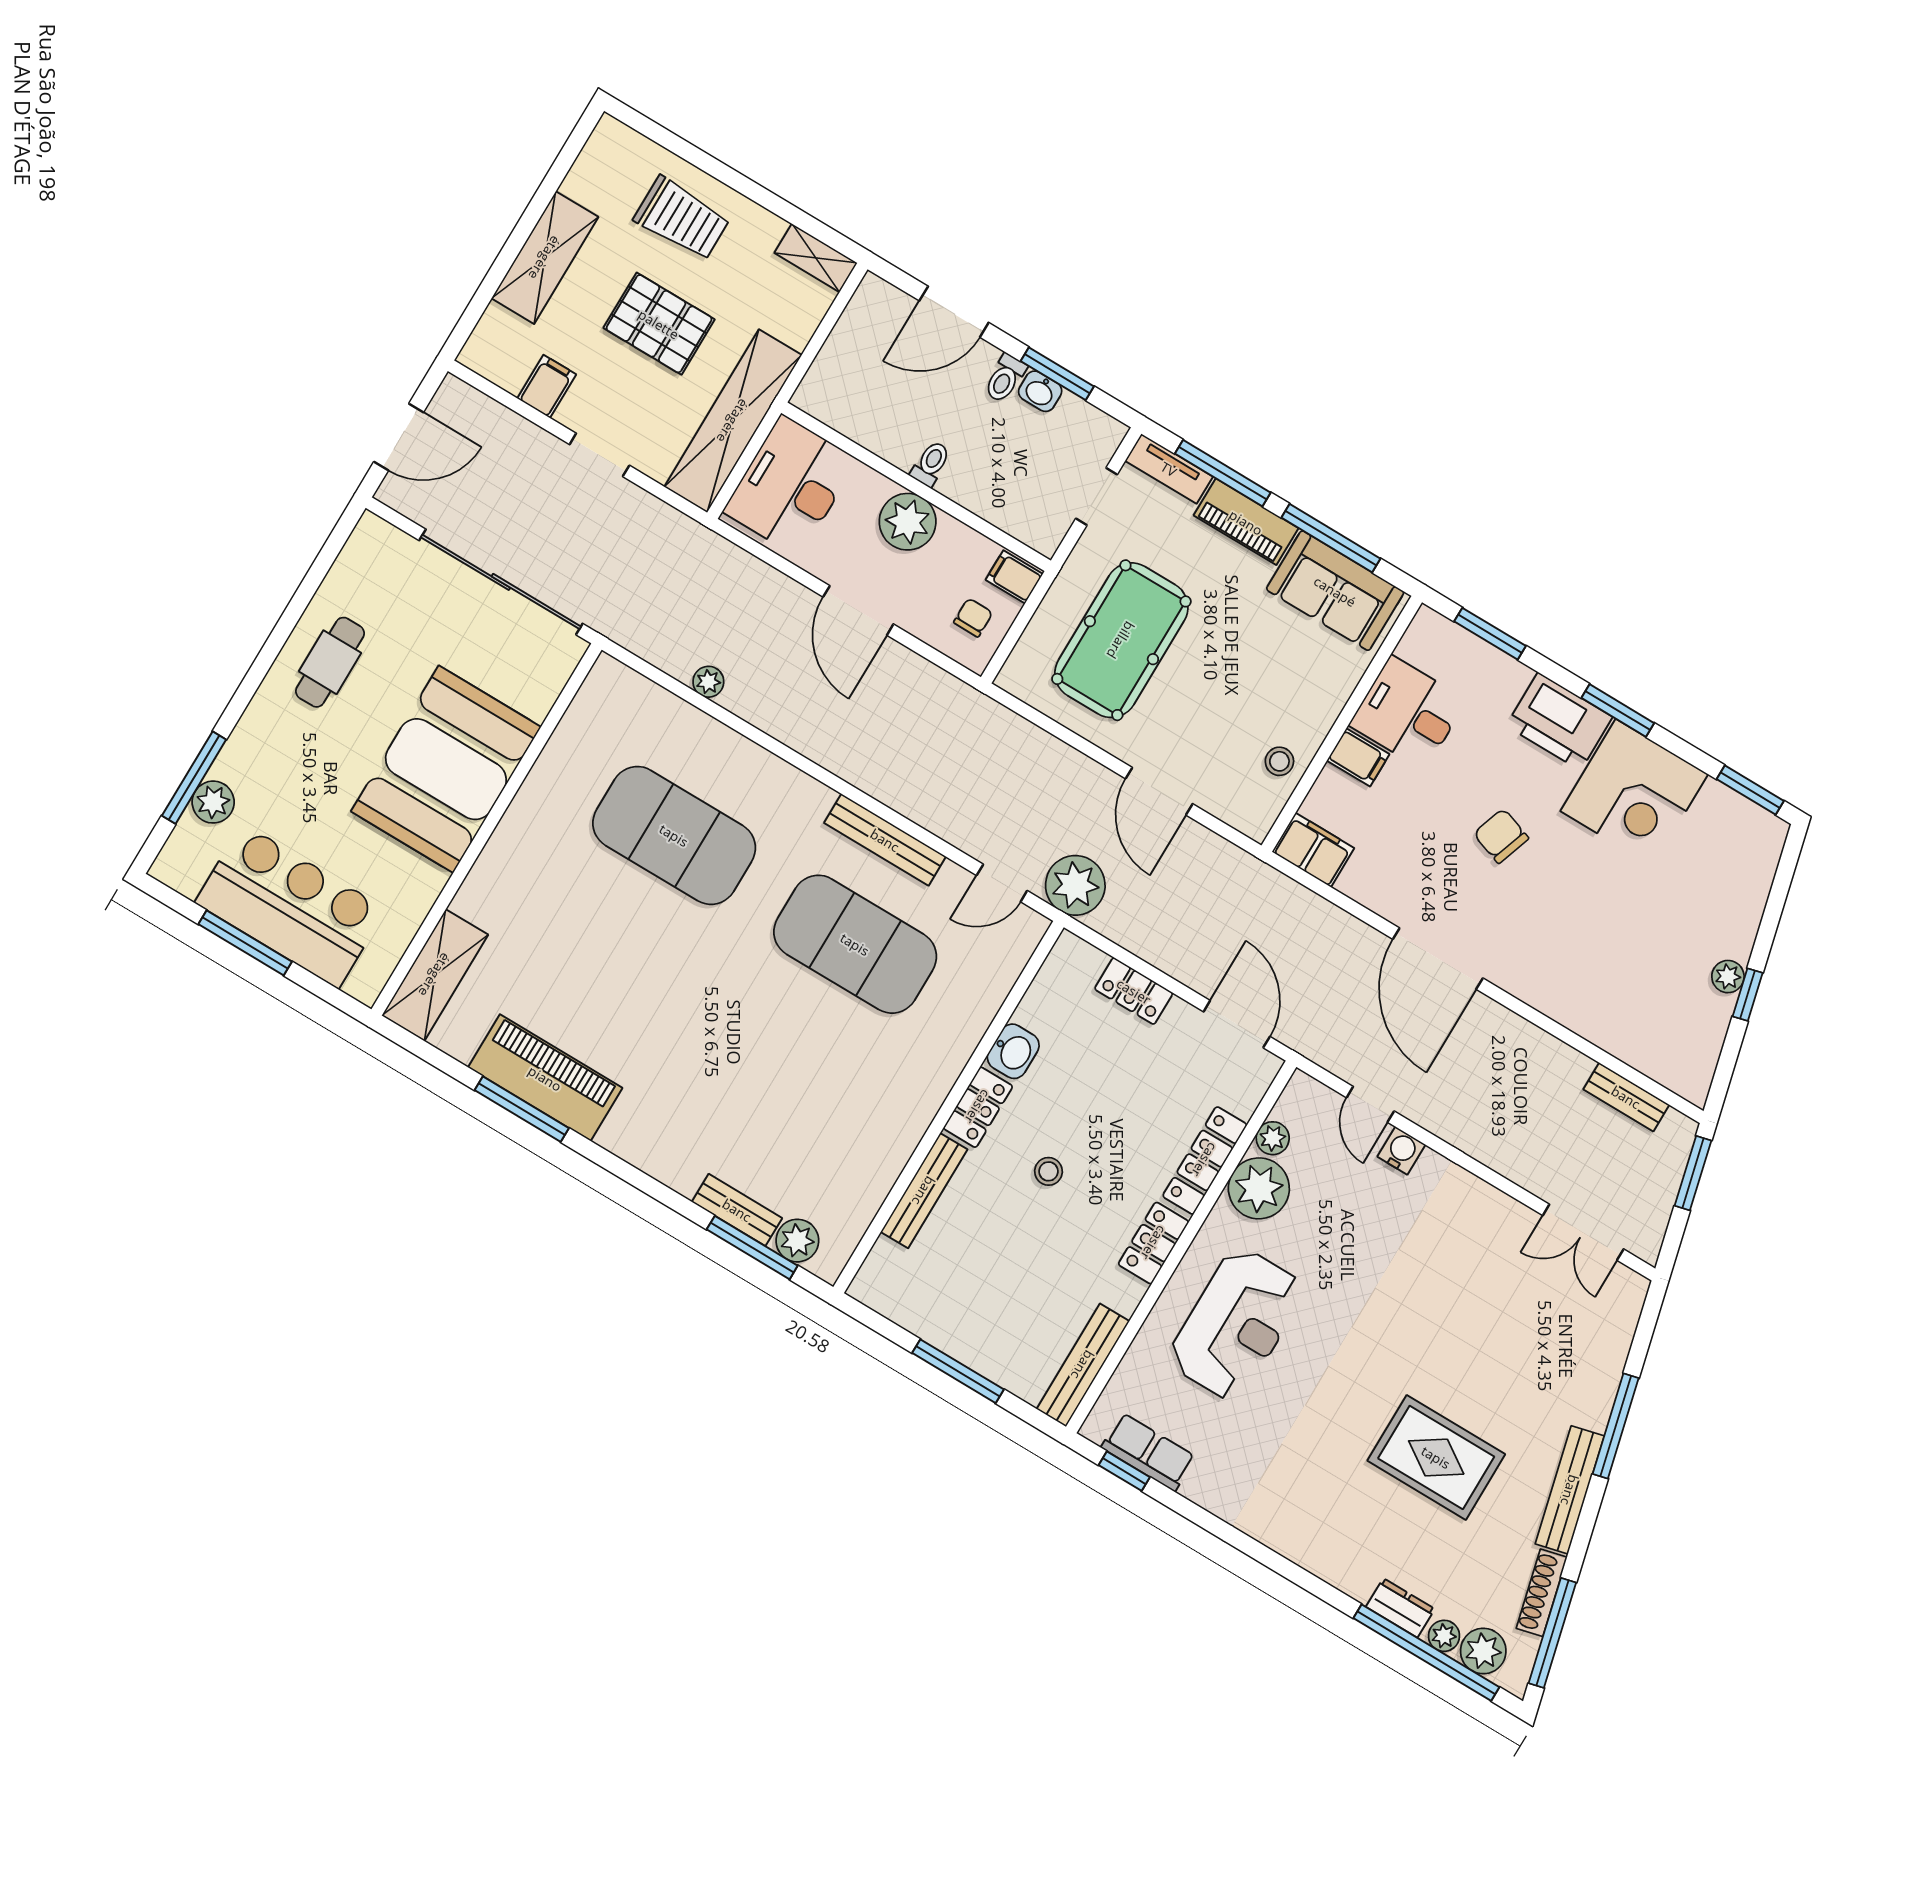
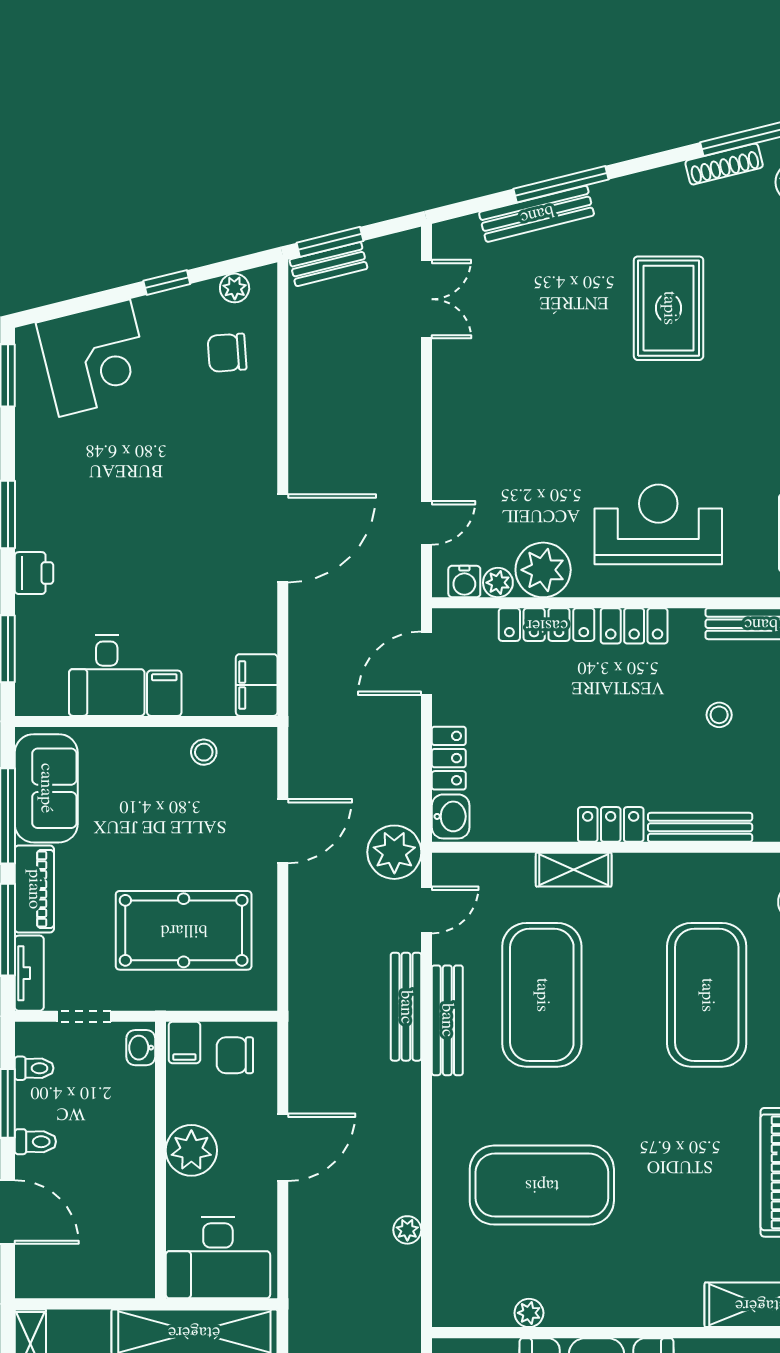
washbasin: (1040, 391) -> (141, 1048), moved, turned 180
toilet: (931, 464) -> (34, 1068), moved, turned 180
chair: (973, 618) -> (235, 1055), width x1.37, depth x1.37
printer: (1559, 721) -> (34, 573), width x0.53, depth x0.68
plant: (560, 750) -> (529, 1313), added
corner desk: (1634, 793) -> (94, 358), moved, turned 76
bench: (922, 808) -> (406, 1007), added
exercise mat: (674, 835) -> (542, 1185), turned 90
chair: (1501, 836) -> (227, 353), moved, turned 67
door: (1002, 883) -> (427, 910), hinge flipped
plant: (1728, 977) -> (235, 288), moved
shelving: (956, 1046) -> (574, 870), added
washbasin: (1013, 1051) -> (451, 816), moved, turned 90
bench: (1626, 1097) -> (328, 264), moved, turned 76
exercise mat: (761, 1101) -> (707, 995), added
water cooler: (1401, 1151) -> (464, 581), moved, turned -90
stool: (1048, 1171) -> (719, 715), moved
bench: (1570, 1490) -> (537, 214), moved

